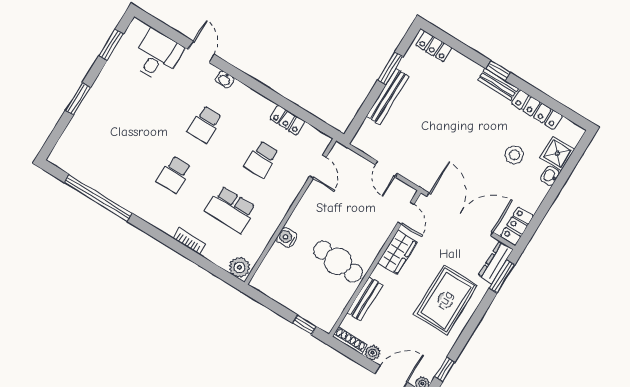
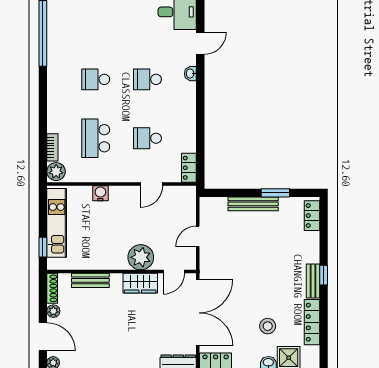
locker: (287, 120) -> (189, 168), moved
door: (318, 167) -> (152, 184), moved
plant: (372, 236) -> (141, 257), added
bookcase: (189, 241) -> (52, 147), moved
cafe table: (338, 261) -> (106, 243), removed
kitchen unit: (289, 297) -> (57, 223), added
rug: (445, 300) -> (127, 341), removed

